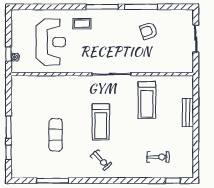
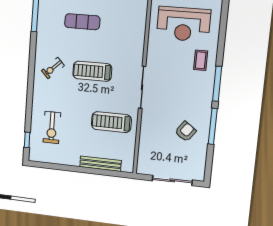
armchair: (148, 31) -> (185, 131), turned 54
sliding door: (196, 39) -> (172, 180), width x1.37
bench: (188, 113) -> (100, 164), width x1.36
exercise bike: (158, 157) -> (52, 127), width x1.38, depth x1.39

